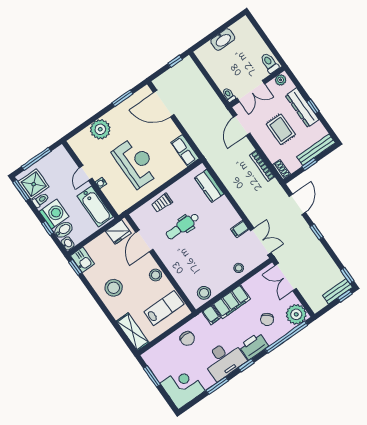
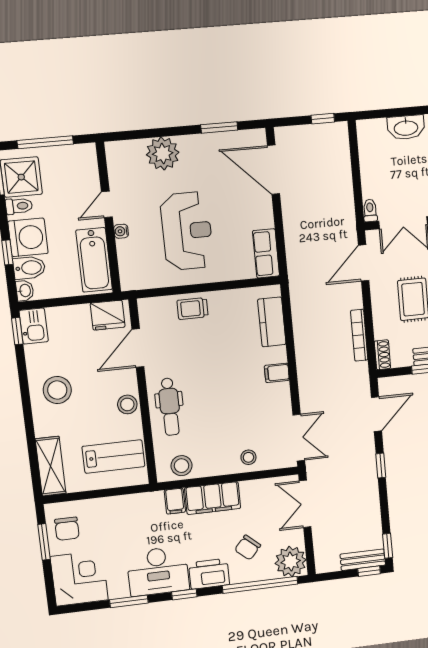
dental chair: (183, 226) -> (170, 407), moved, turned -90
filing cabinet: (240, 229) -> (277, 373), moved
chair: (187, 339) -> (67, 529), moved

